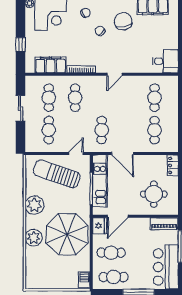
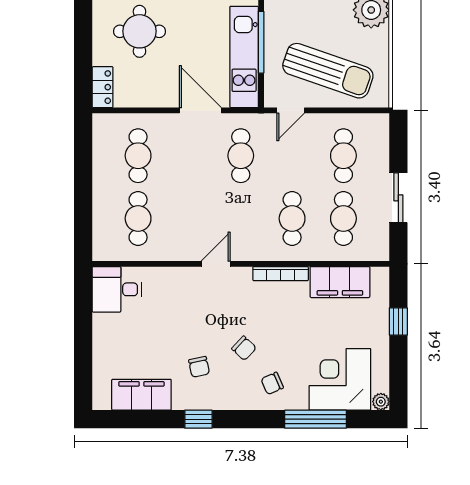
chair: (123, 21) -> (199, 367), width x0.54, depth x0.54

